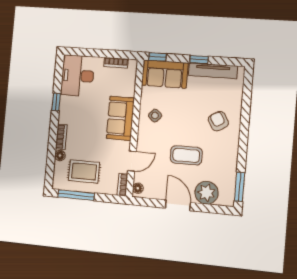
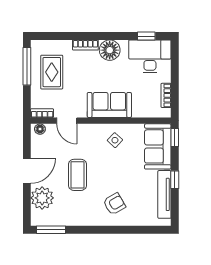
window: (56, 102) -> (146, 36), moved
floor lamp: (60, 155) -> (110, 50), moved, width x1.89, depth x1.89

